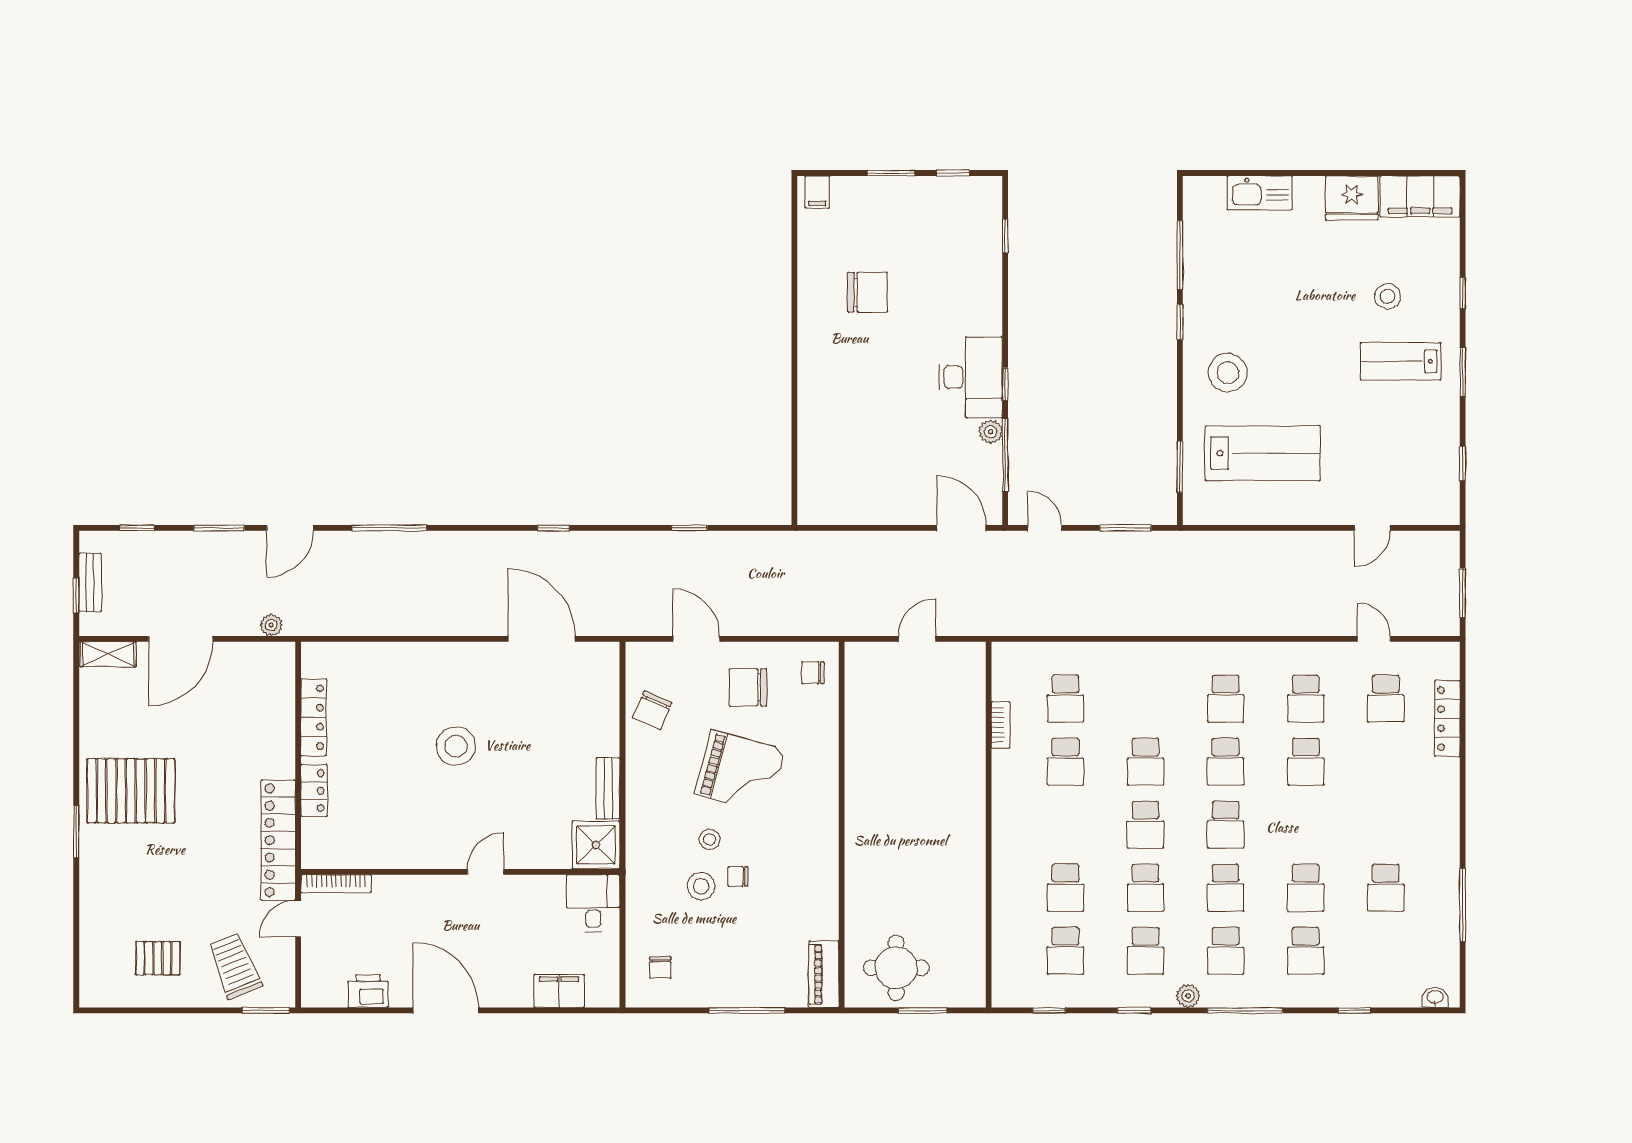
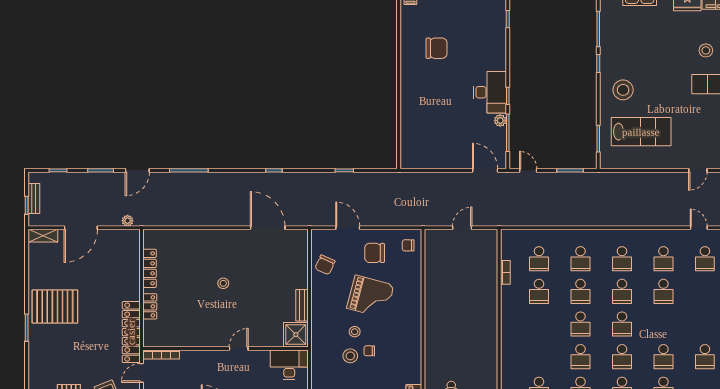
stool: (456, 746) -> (223, 283), width x0.53, depth x0.53
school desk: (1065, 888) -> (580, 259), moved
desk: (593, 903) -> (289, 365), width x1.37

